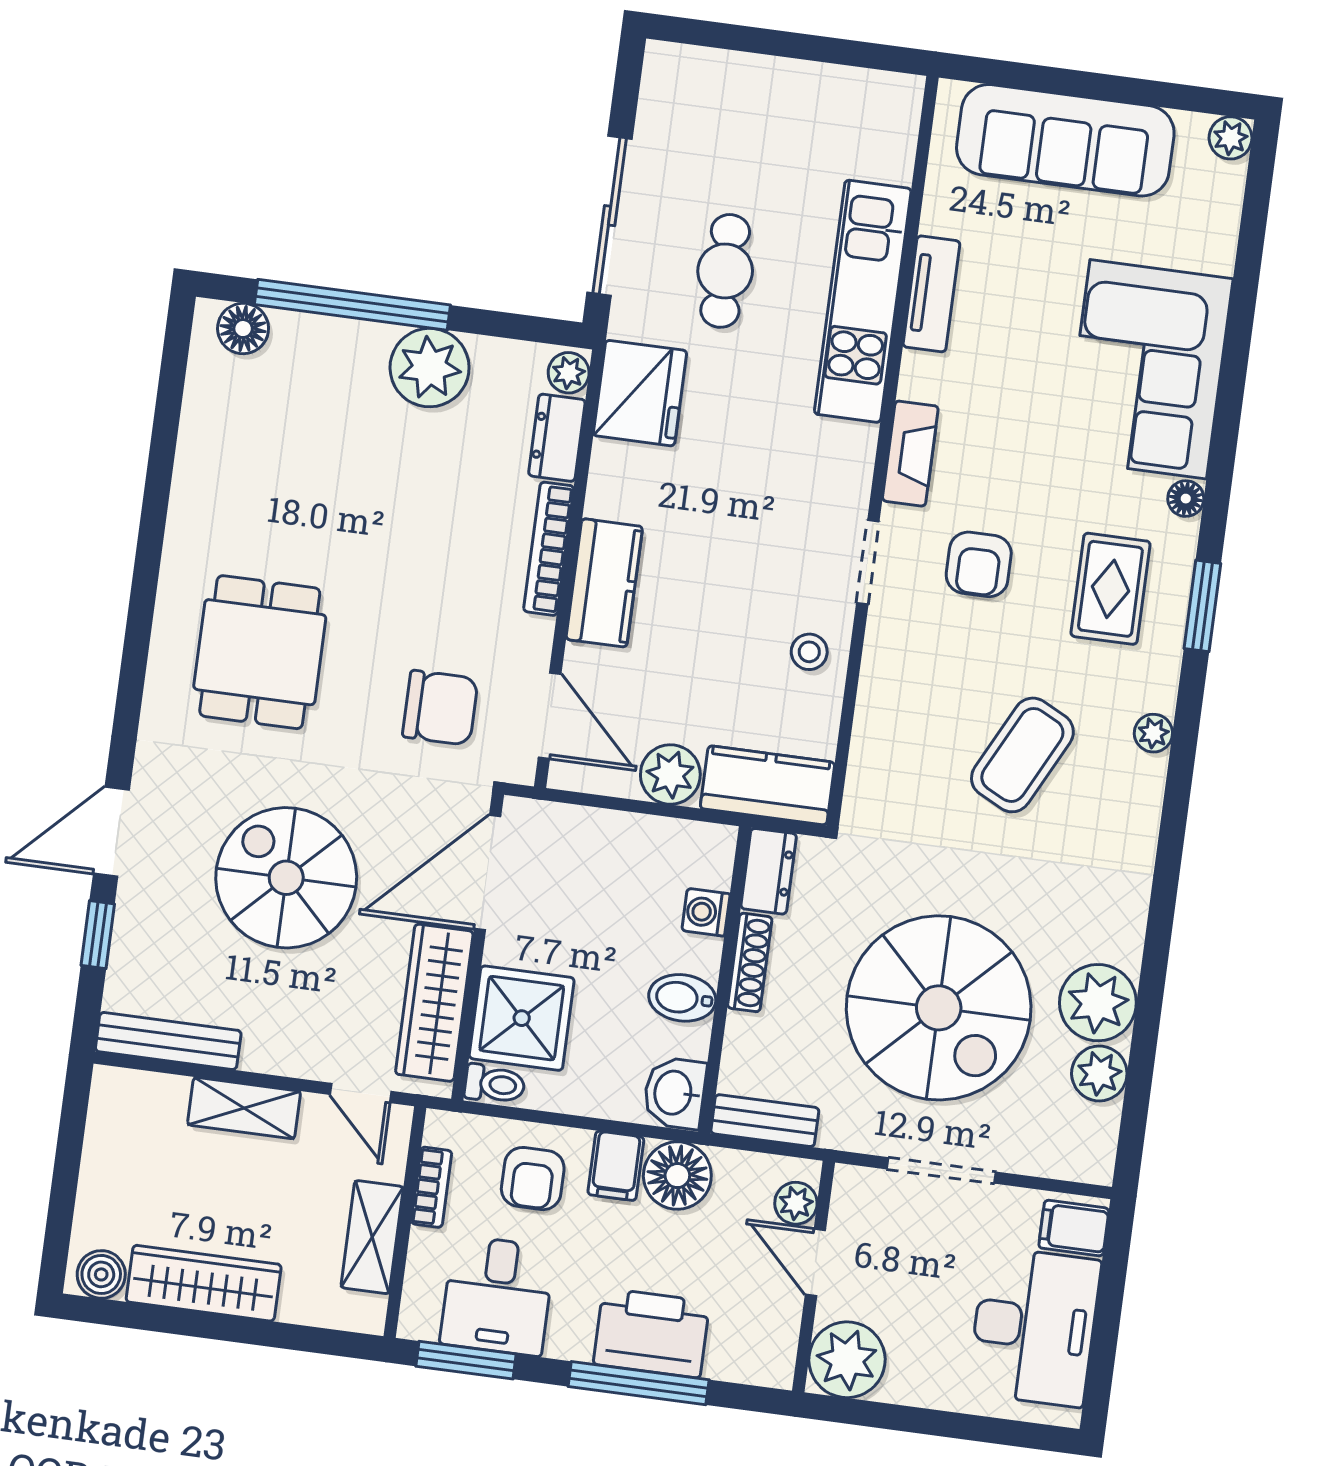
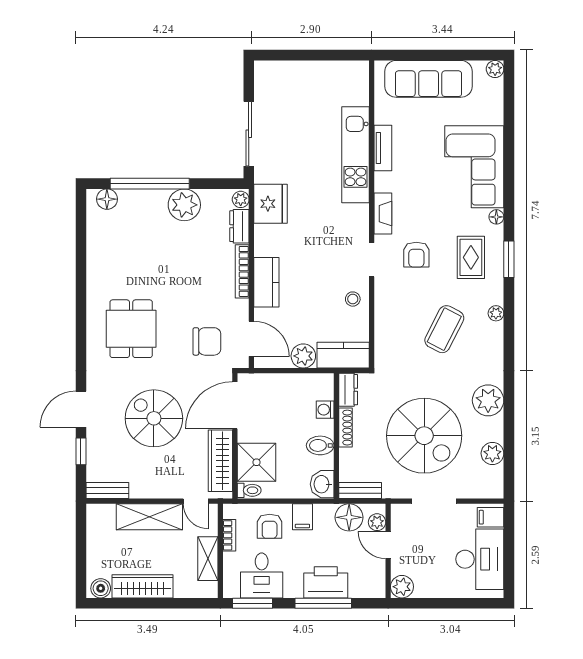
cafe table: (725, 271) -> (298, 150), removed
plant: (1098, 1003) -> (488, 400), moved
bench: (168, 1041) -> (107, 491), width x0.73
shelving: (244, 1108) -> (149, 517), width x1.50, depth x1.33
floor lamp: (677, 1176) -> (349, 517), moved
plant: (847, 1360) -> (402, 587), width x0.73, depth x0.73

